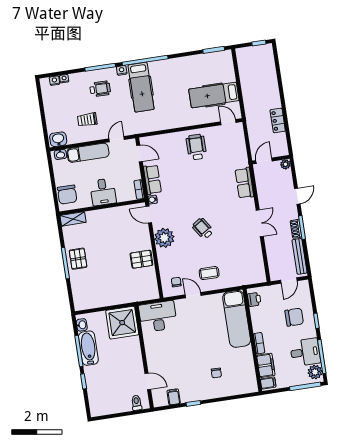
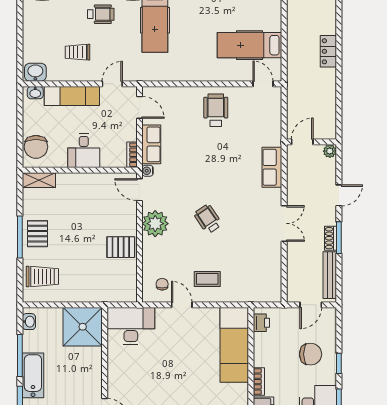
locker: (278, 120) -> (328, 51), moved
trolley: (87, 290) -> (42, 277), added
bathtub: (88, 348) -> (33, 375), moved

